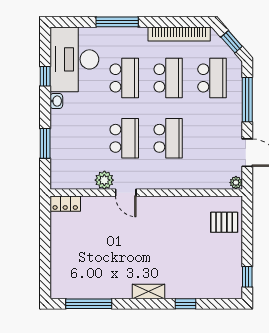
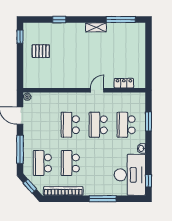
window: (45, 76) -> (148, 181), moved
school desk: (124, 78) -> (126, 125), moved
plant: (104, 180) -> (111, 98), removed
door: (126, 193) -> (97, 90), hinge flipped
locker: (65, 204) -> (124, 83), moved
pallet: (224, 222) -> (41, 51), moved
shelving: (148, 292) -> (96, 27), moved

